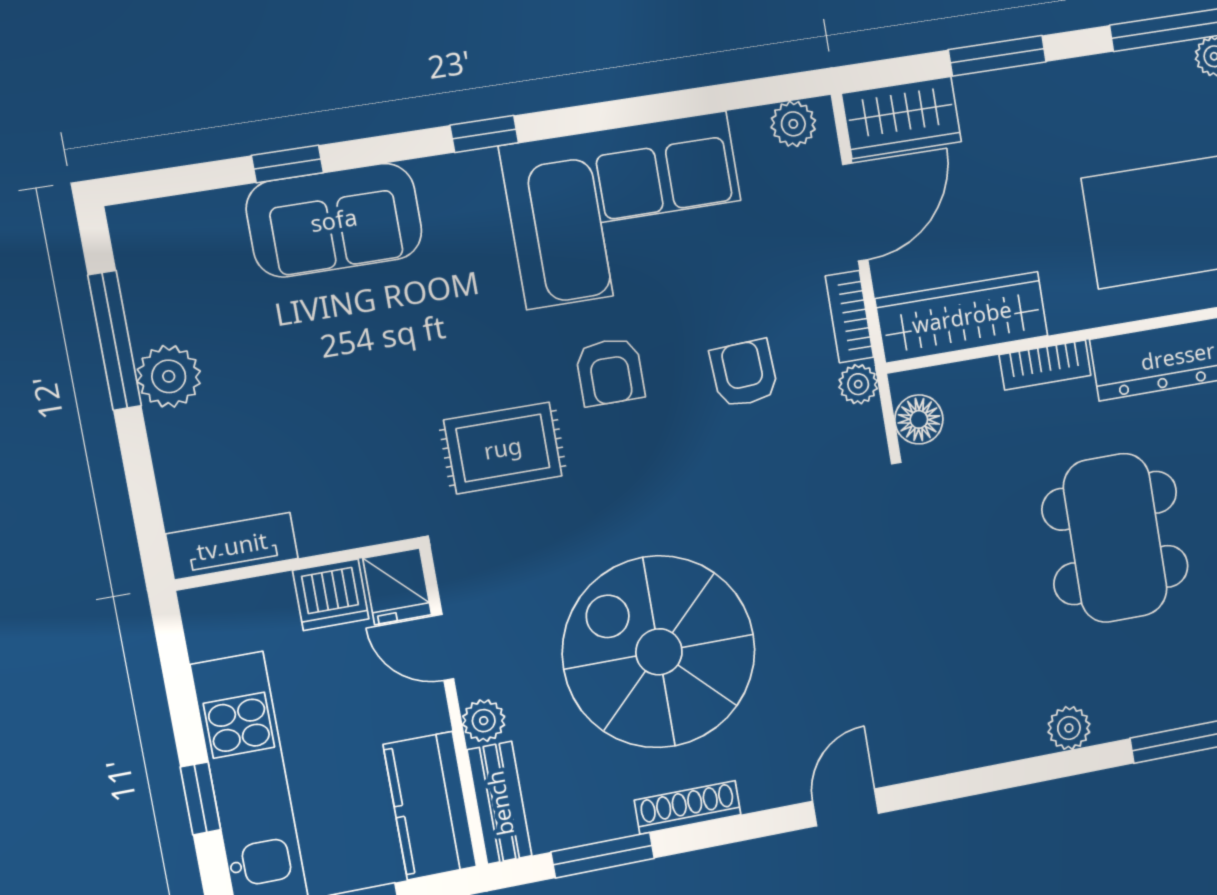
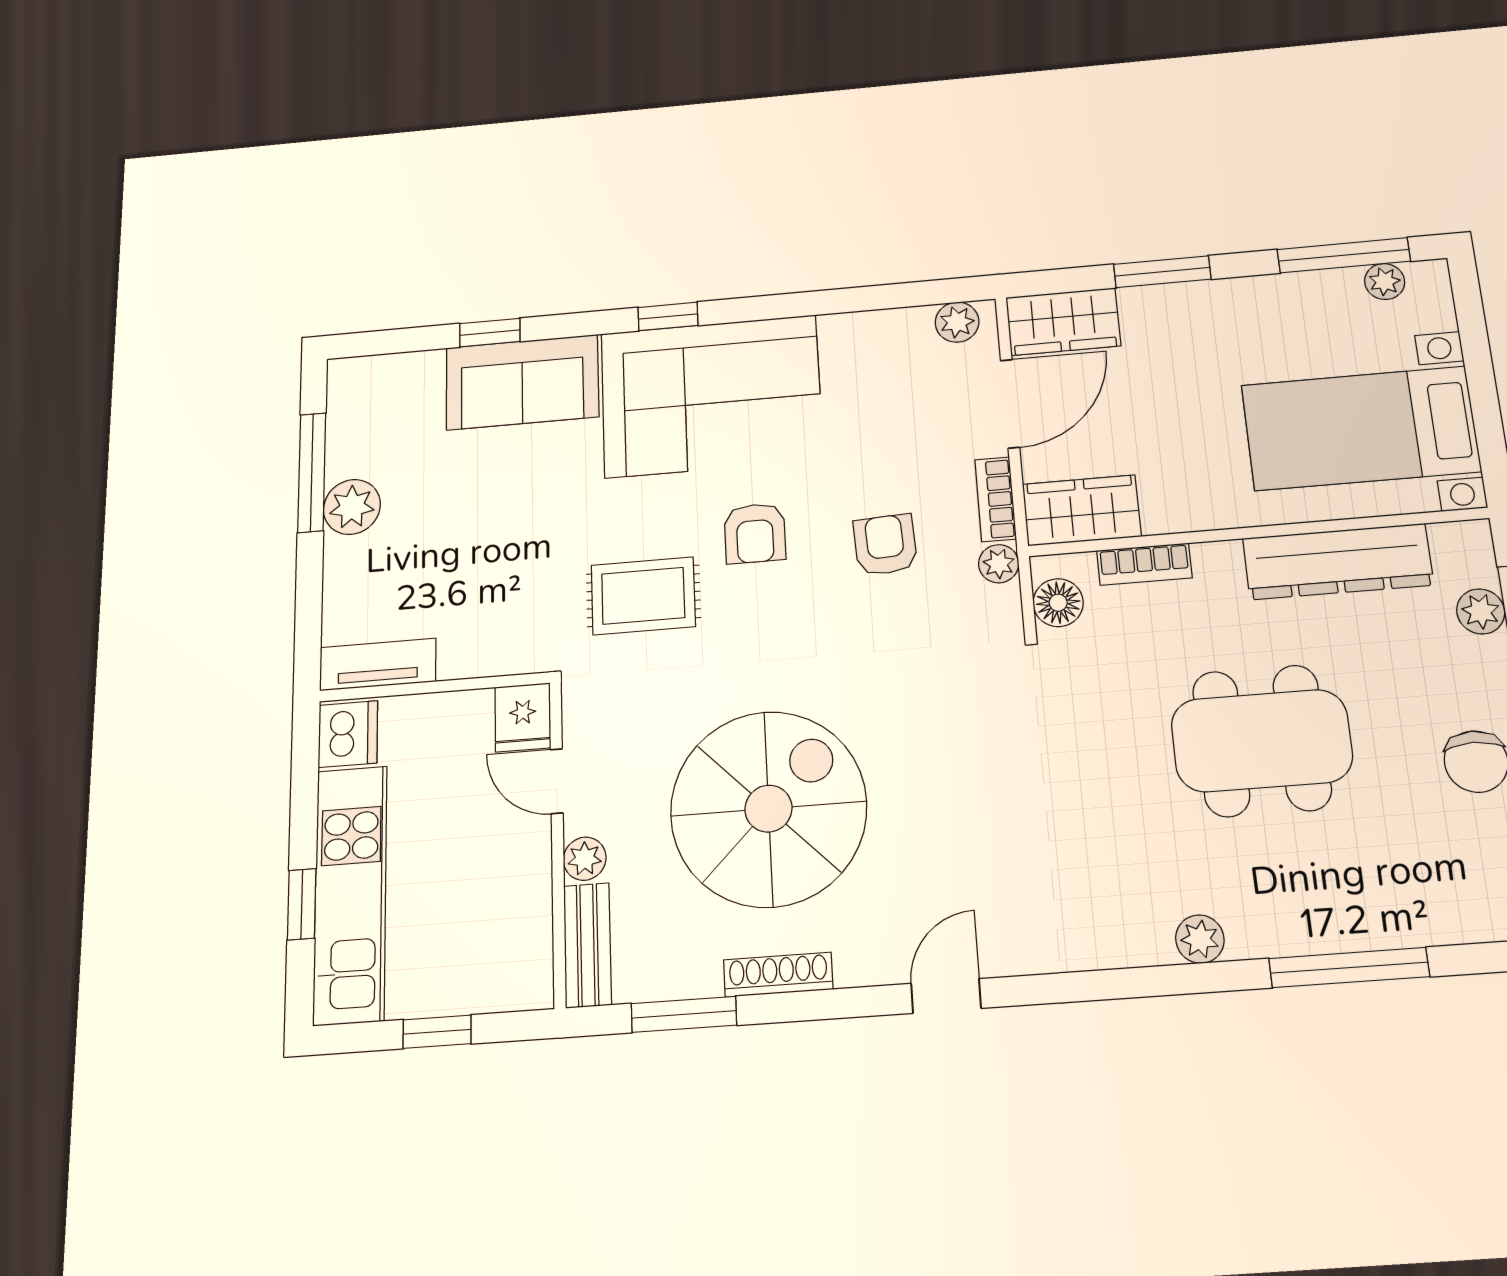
corner sofa: (627, 210) -> (711, 396), moved
wardrobe: (962, 317) -> (1082, 510), width x0.67
bookcase: (1045, 365) -> (1144, 564), moved
dining table: (1115, 538) -> (1262, 741), turned 90
dishwasher: (331, 595) -> (348, 734), moved, turned -90
spiral stairs: (659, 652) -> (768, 809), turned 90
kitchen counter: (430, 806) -> (518, 939), removed

